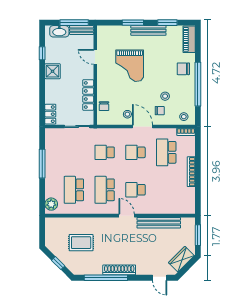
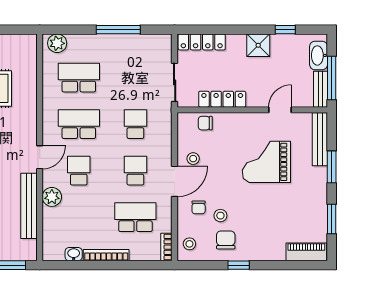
bench: (148, 30) -> (320, 139), moved
chair: (183, 69) -> (226, 240), moved
window: (198, 84) -> (239, 265), width x0.32
locker: (50, 114) -> (202, 42), width x1.53
washbasin: (191, 193) -> (74, 254), added
plant: (153, 208) -> (52, 197), added

